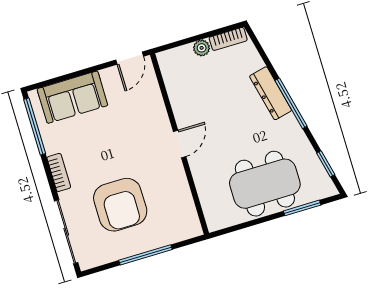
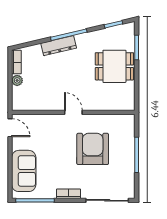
dining table: (265, 184) -> (114, 66), width x0.73
armchair: (120, 205) -> (93, 149), moved, turned -90

